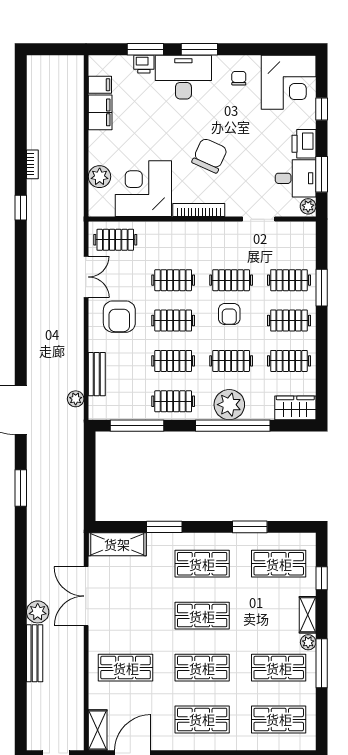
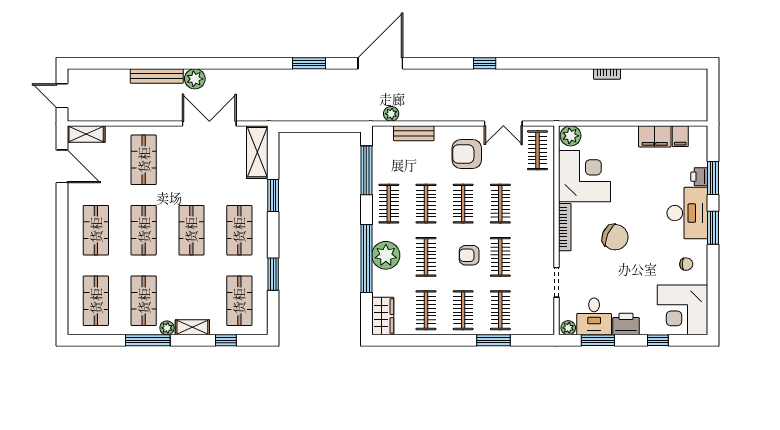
plant: (100, 177) -> (571, 136), moved
window: (21, 208) -> (485, 63), moved

